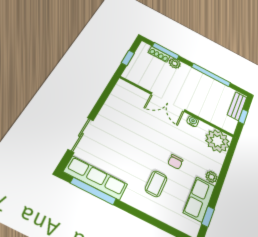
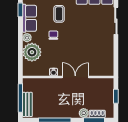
window: (243, 116) -> (20, 98), width x2.17
plant: (217, 141) -> (32, 52), moved

